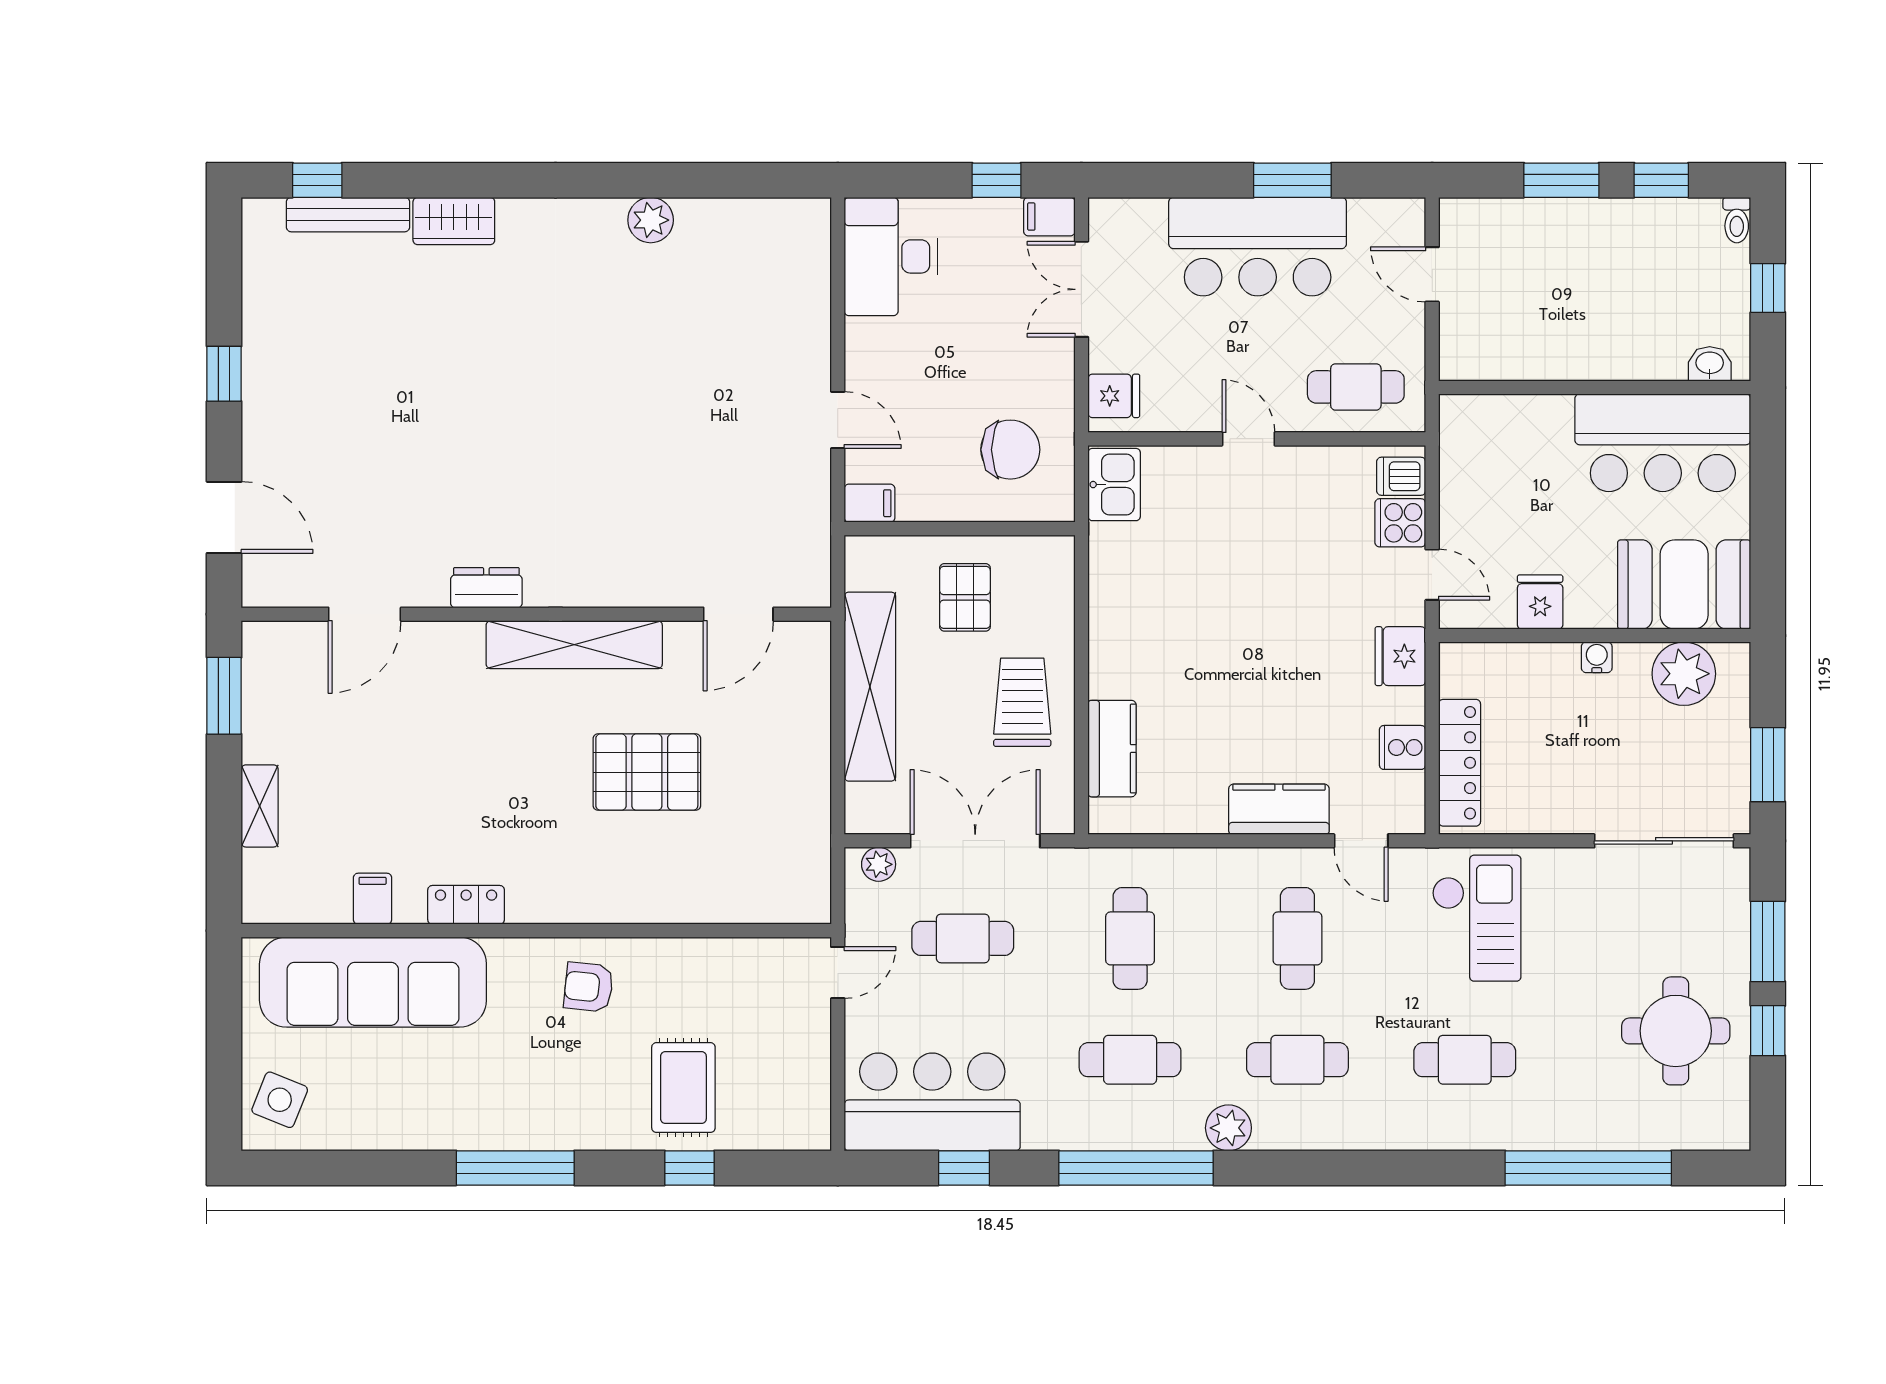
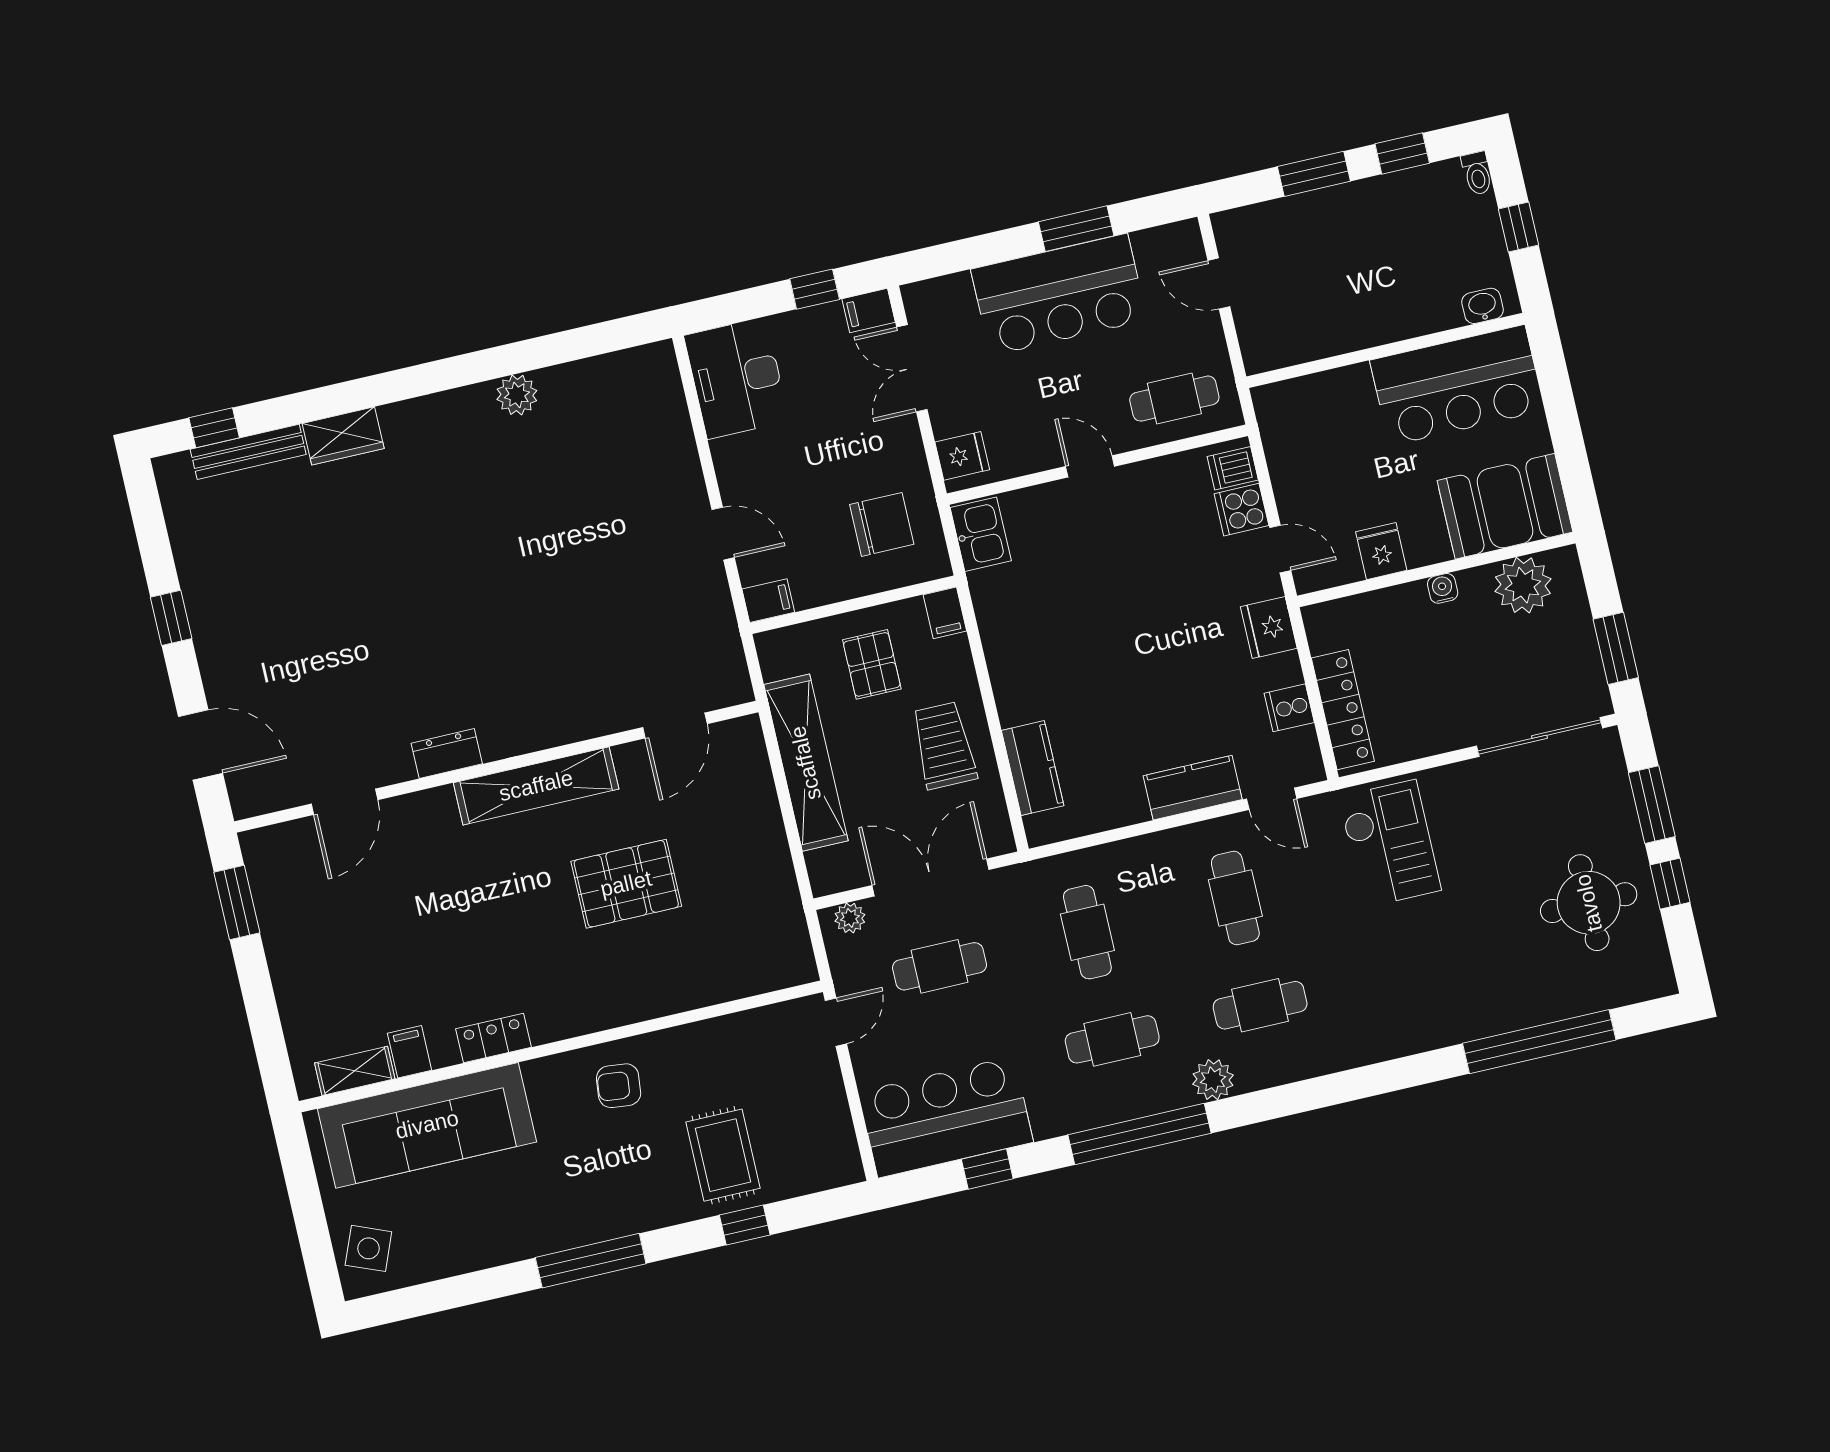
filing cabinet: (1056, 560) -> (945, 613), added
shelving: (260, 806) -> (355, 1071), moved, turned 90
cafe table: (1465, 1060) -> (1408, 971), removed

